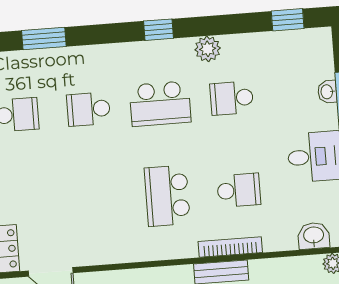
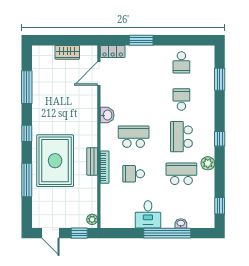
school desk: (232, 98) -> (181, 174), width x1.85
school desk: (239, 190) -> (134, 174), turned 90
washbasin: (314, 236) -> (107, 115), moved

